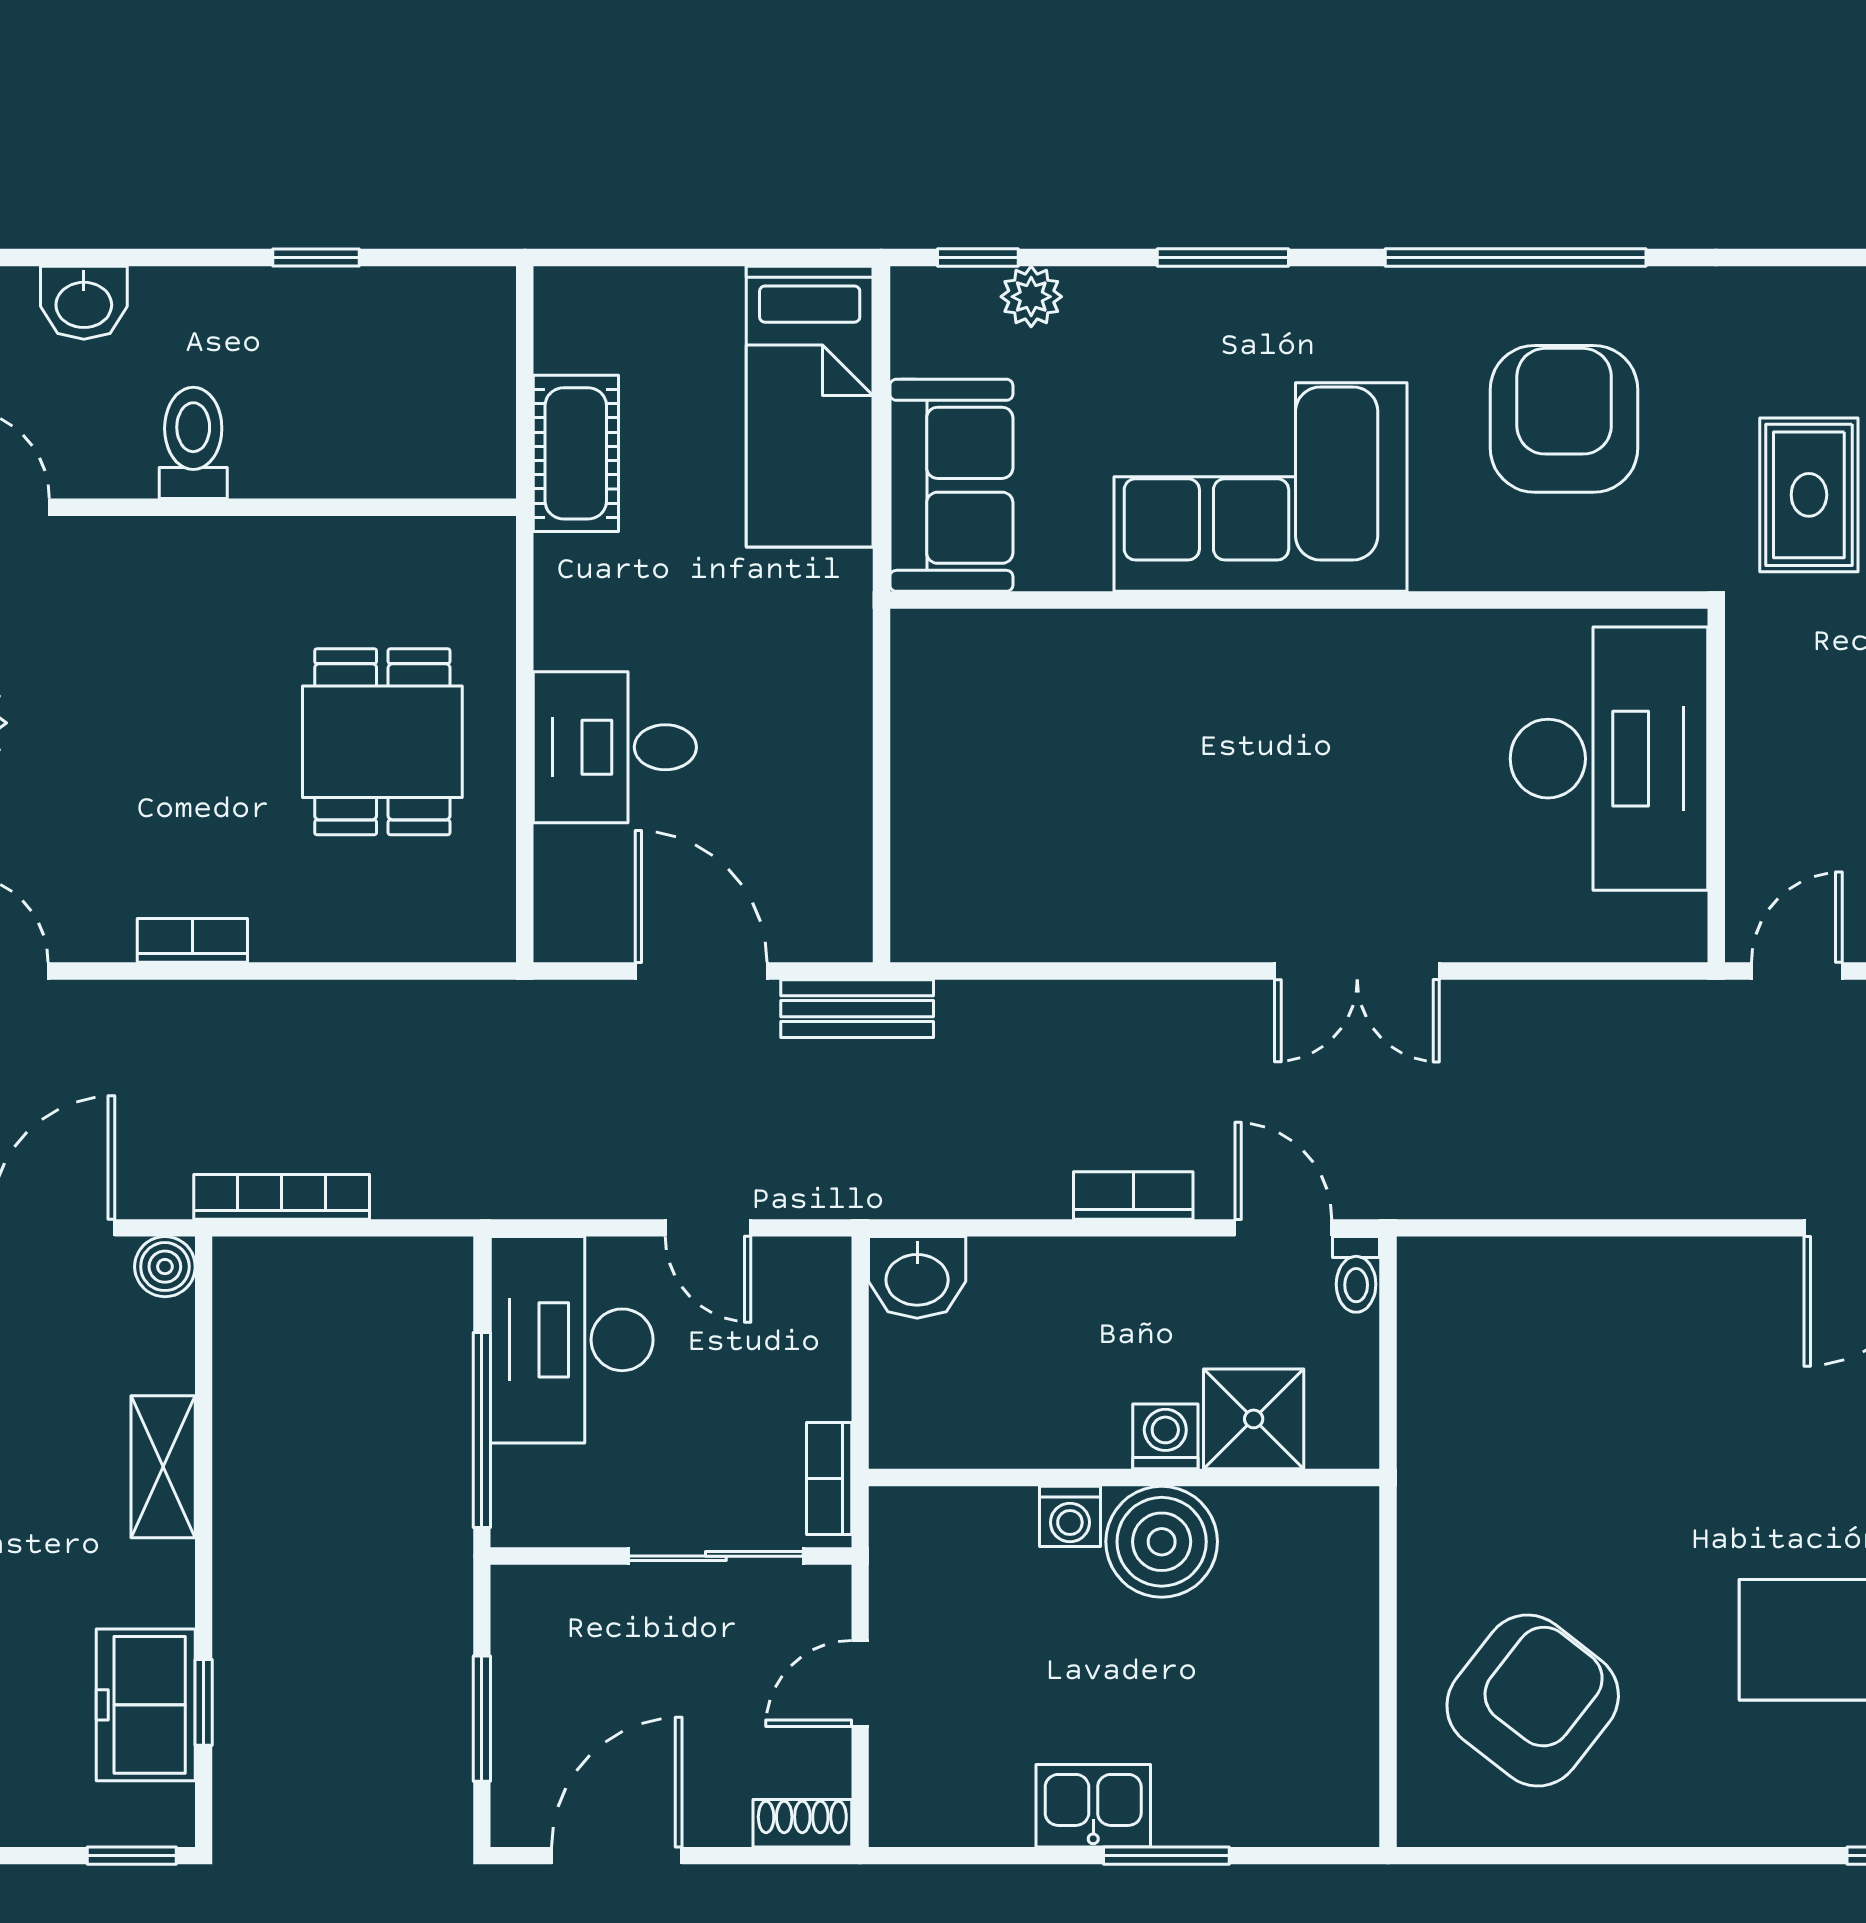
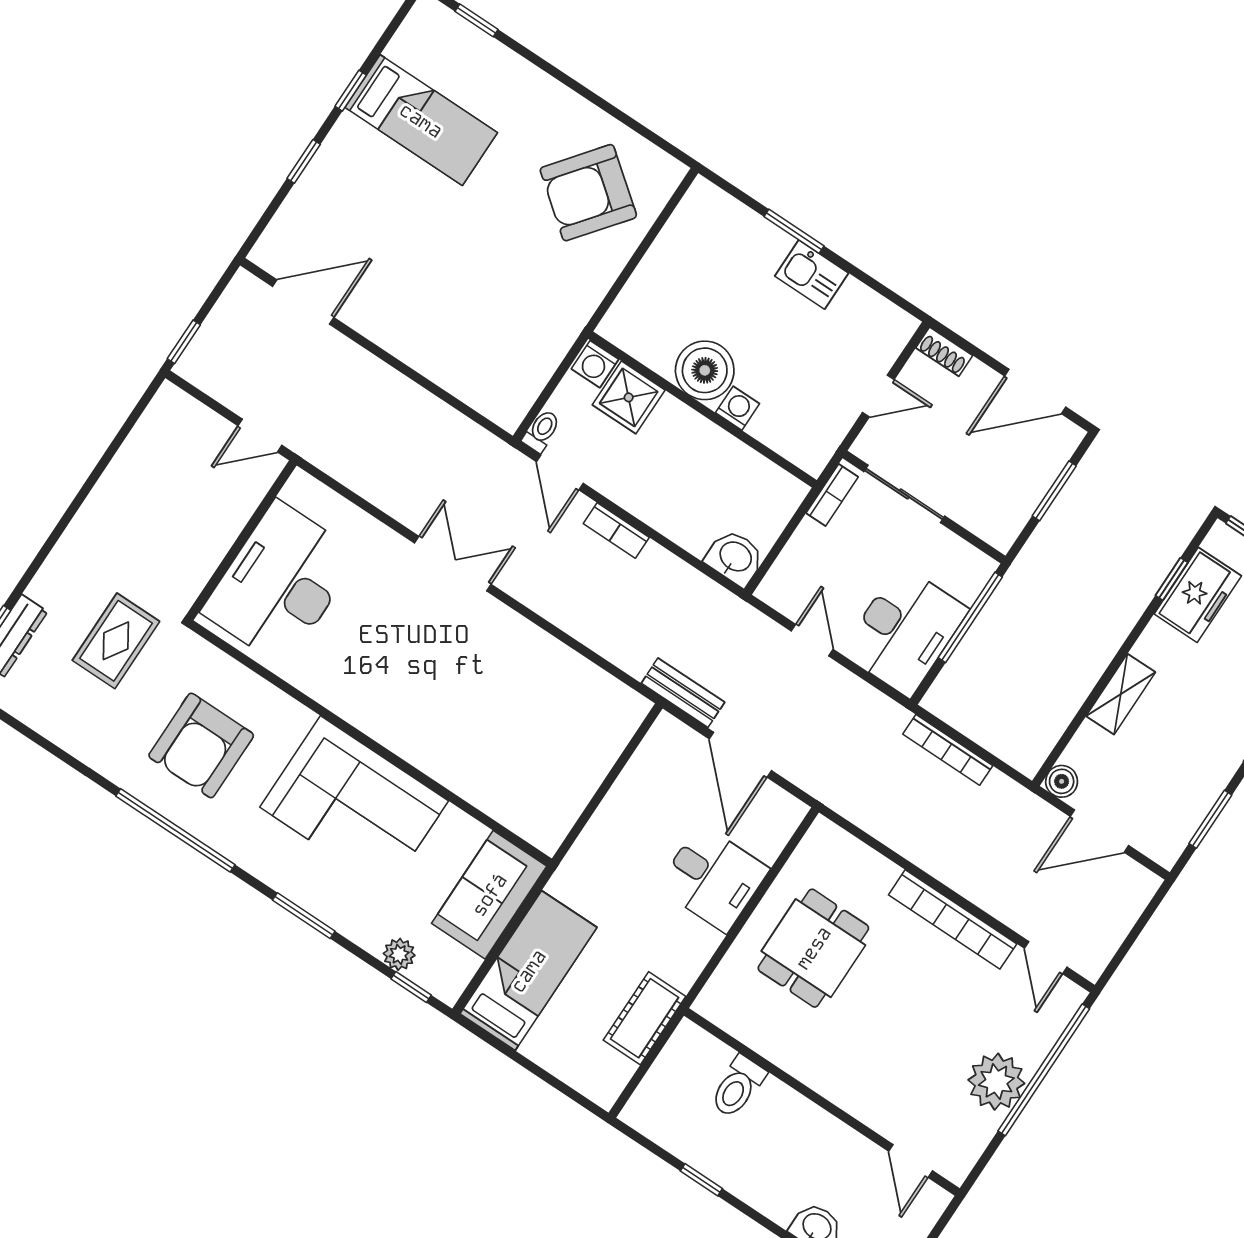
toilet: (193, 443) -> (738, 1087), moved
bookcase: (192, 940) -> (953, 919), width x2.31, depth x1.31
bookcase: (282, 1197) -> (948, 750), moved
washing machine: (1165, 1436) -> (595, 364), moved

